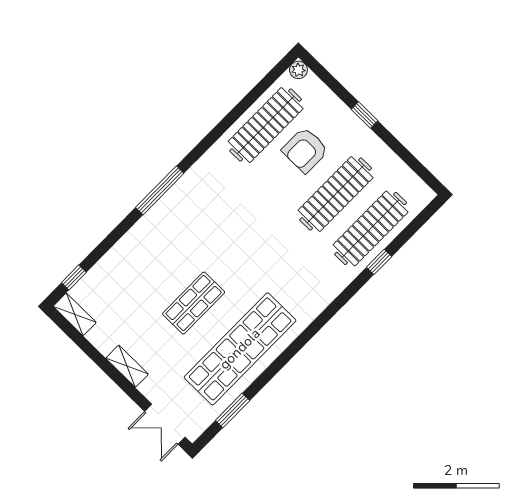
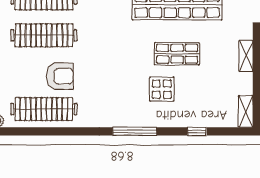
armchair: (305, 150) -> (60, 76), moved
display table: (174, 255) -> (162, 89), added
window: (74, 277) -> (197, 131), moved

